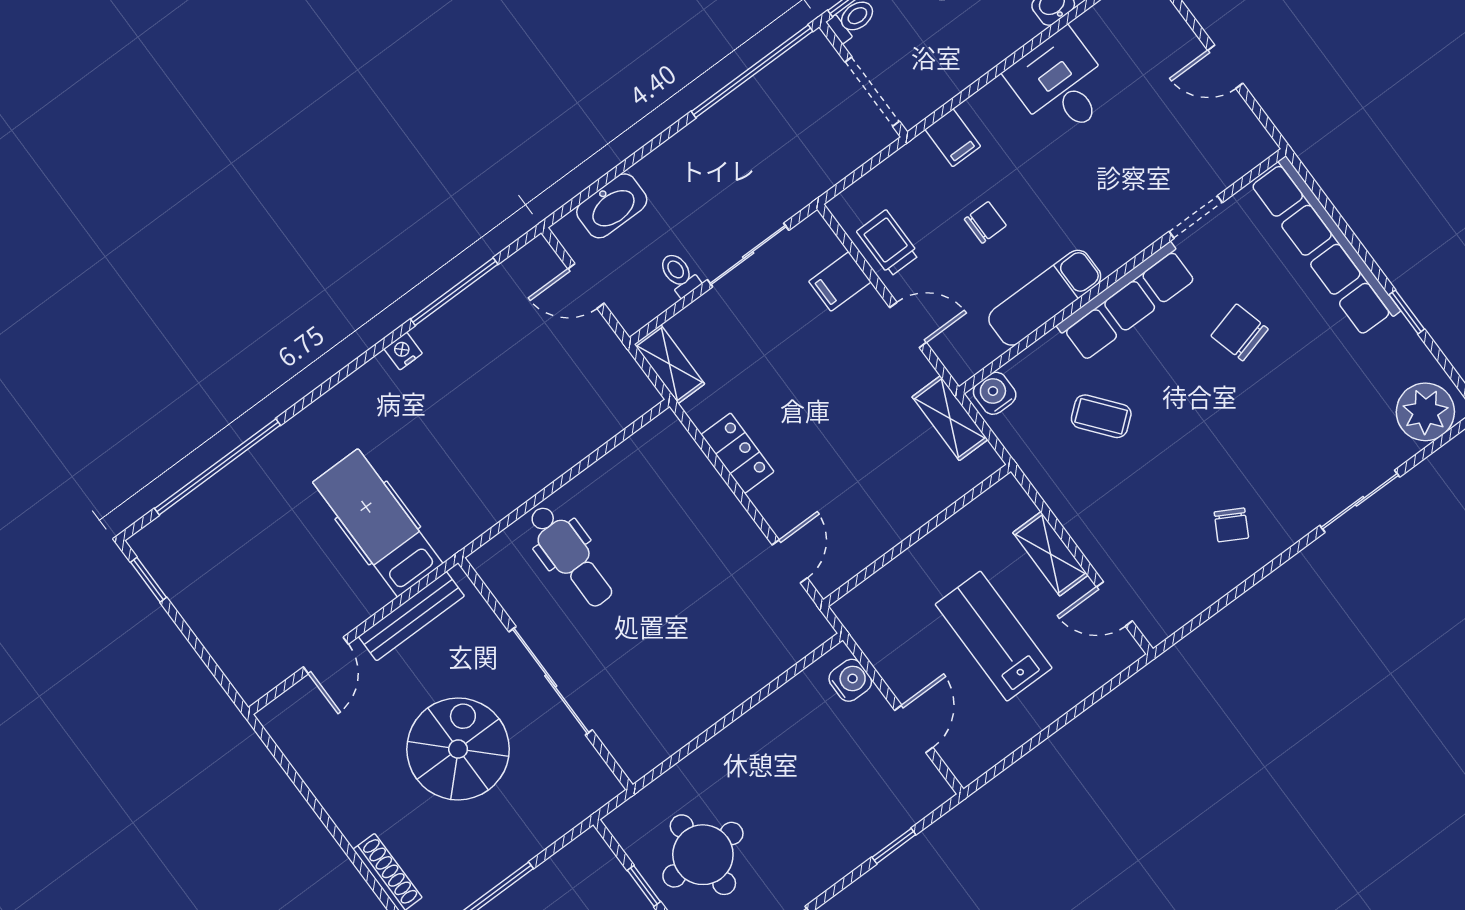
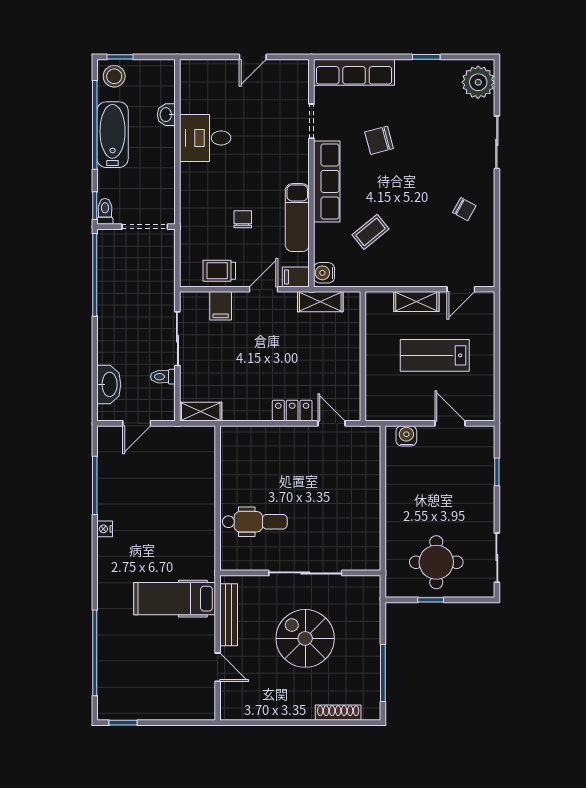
filing cabinet: (953, 138) -> (296, 277), moved, turned 180
row of seats: (1325, 247) -> (354, 72), width x0.73
locker: (738, 453) -> (292, 411), moved

